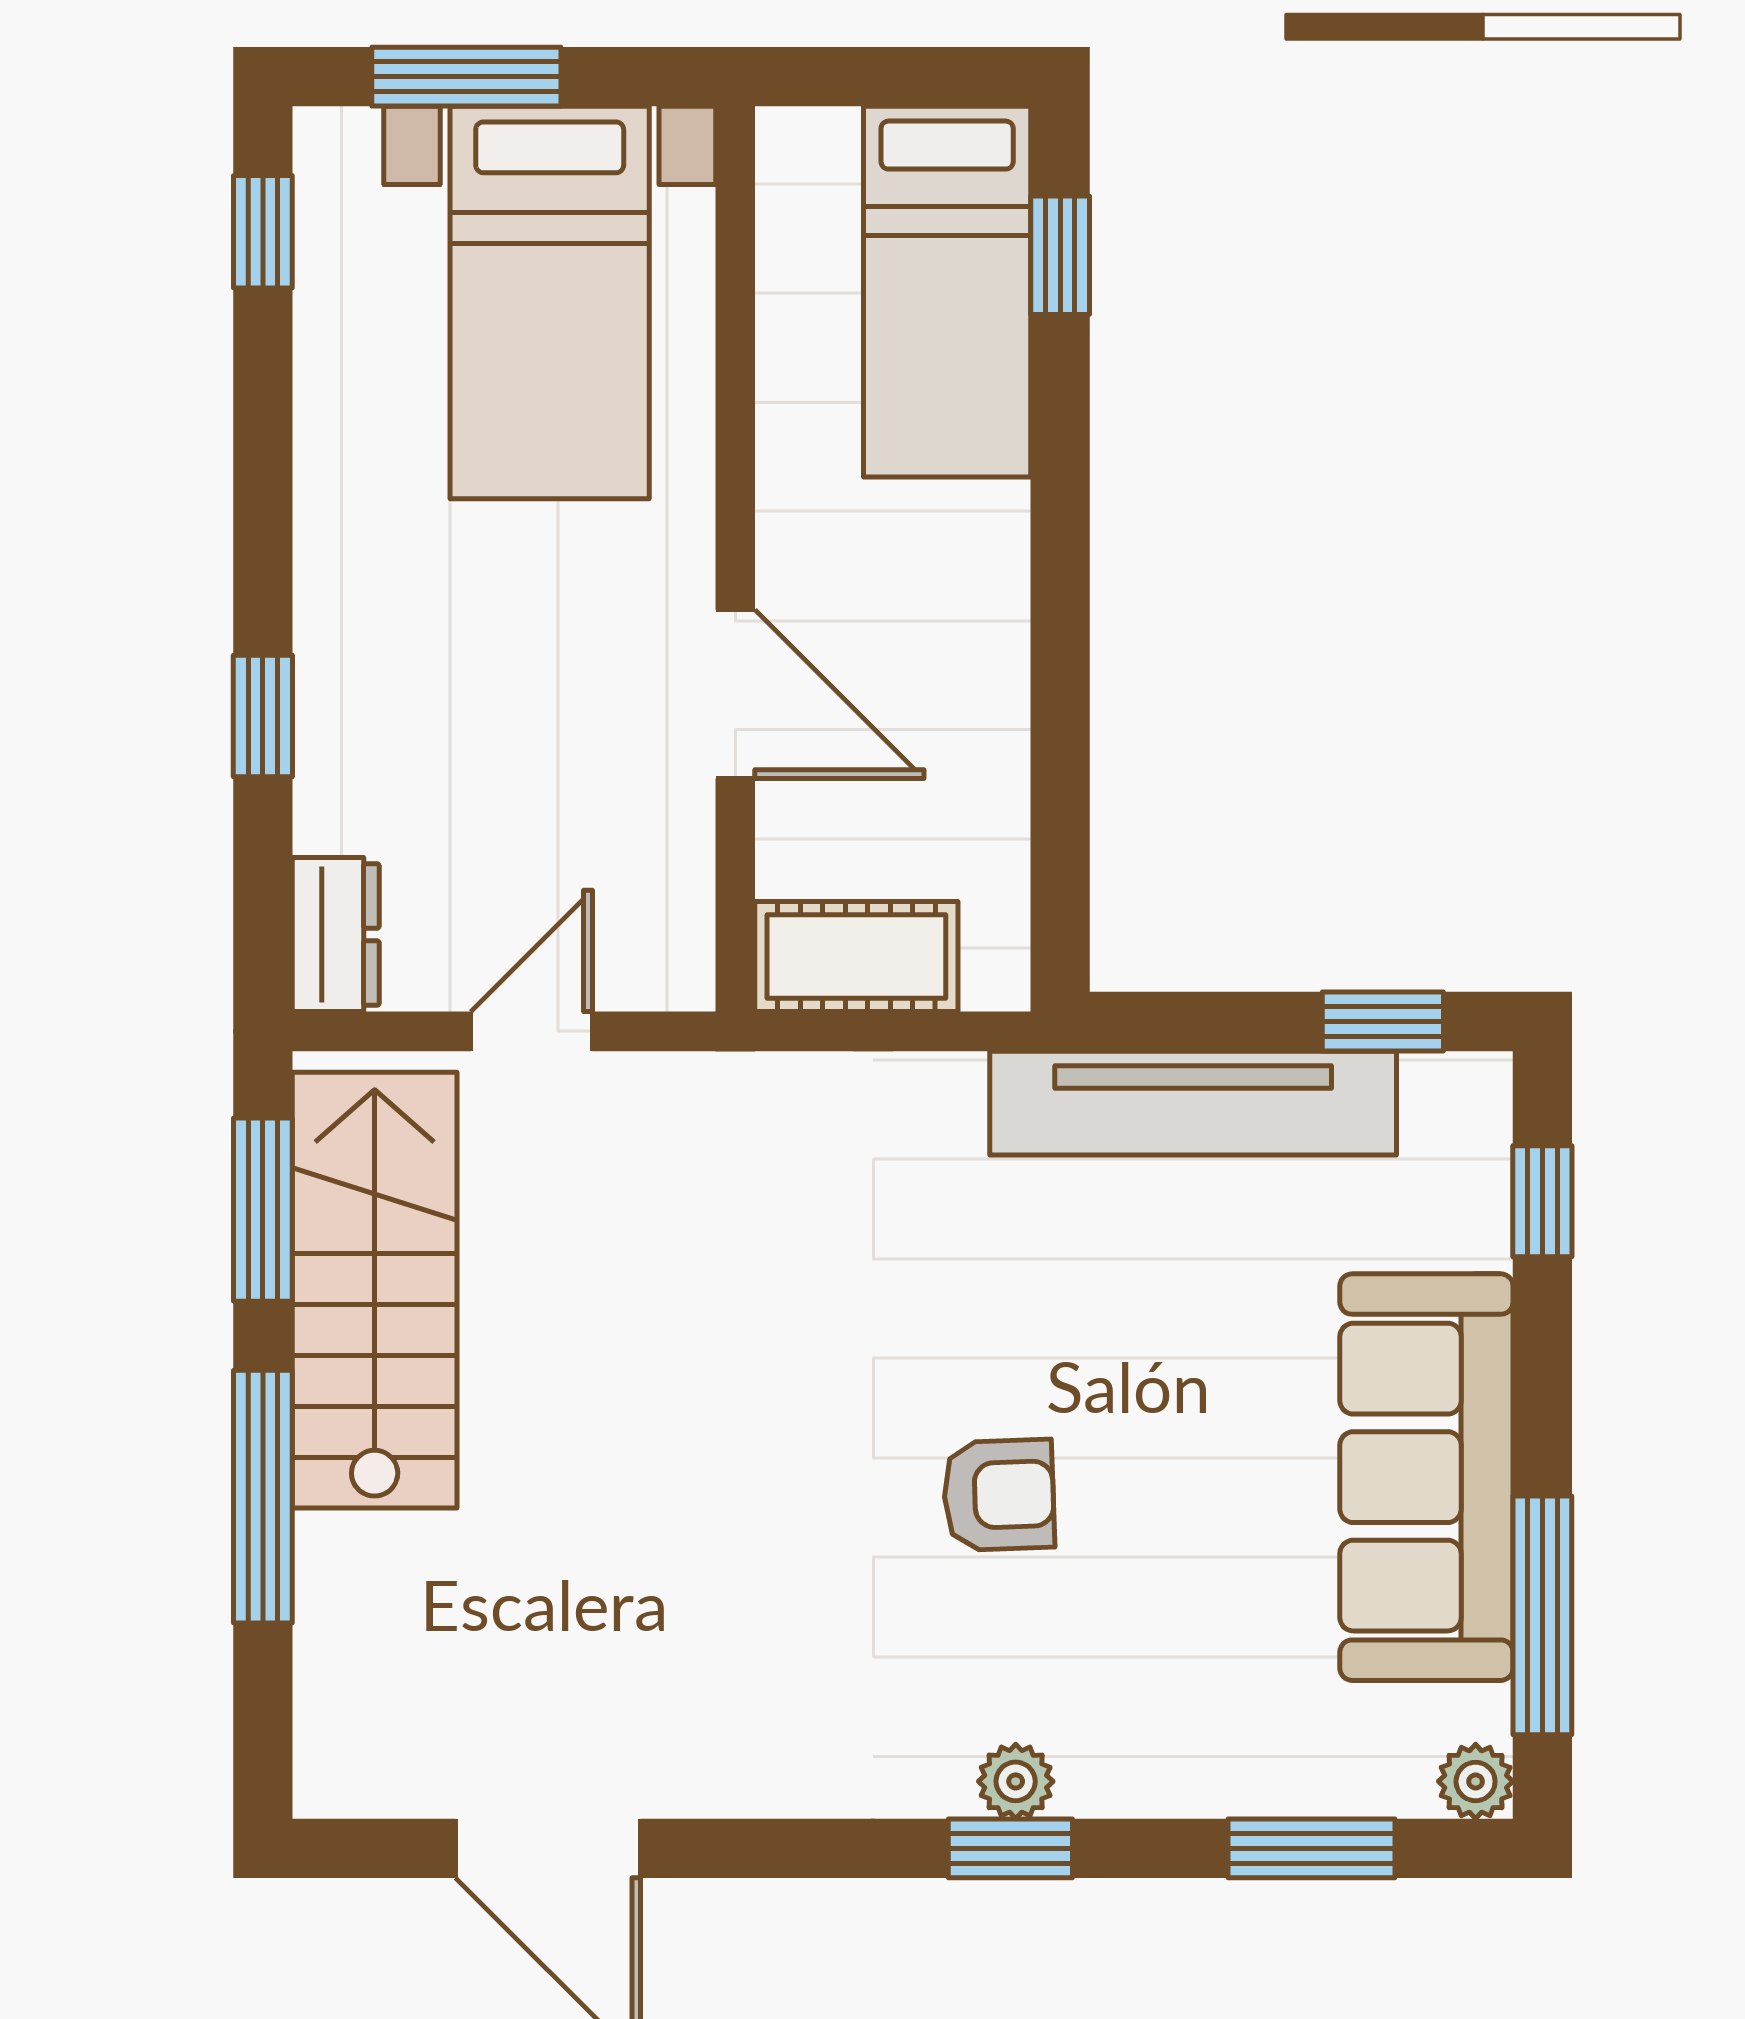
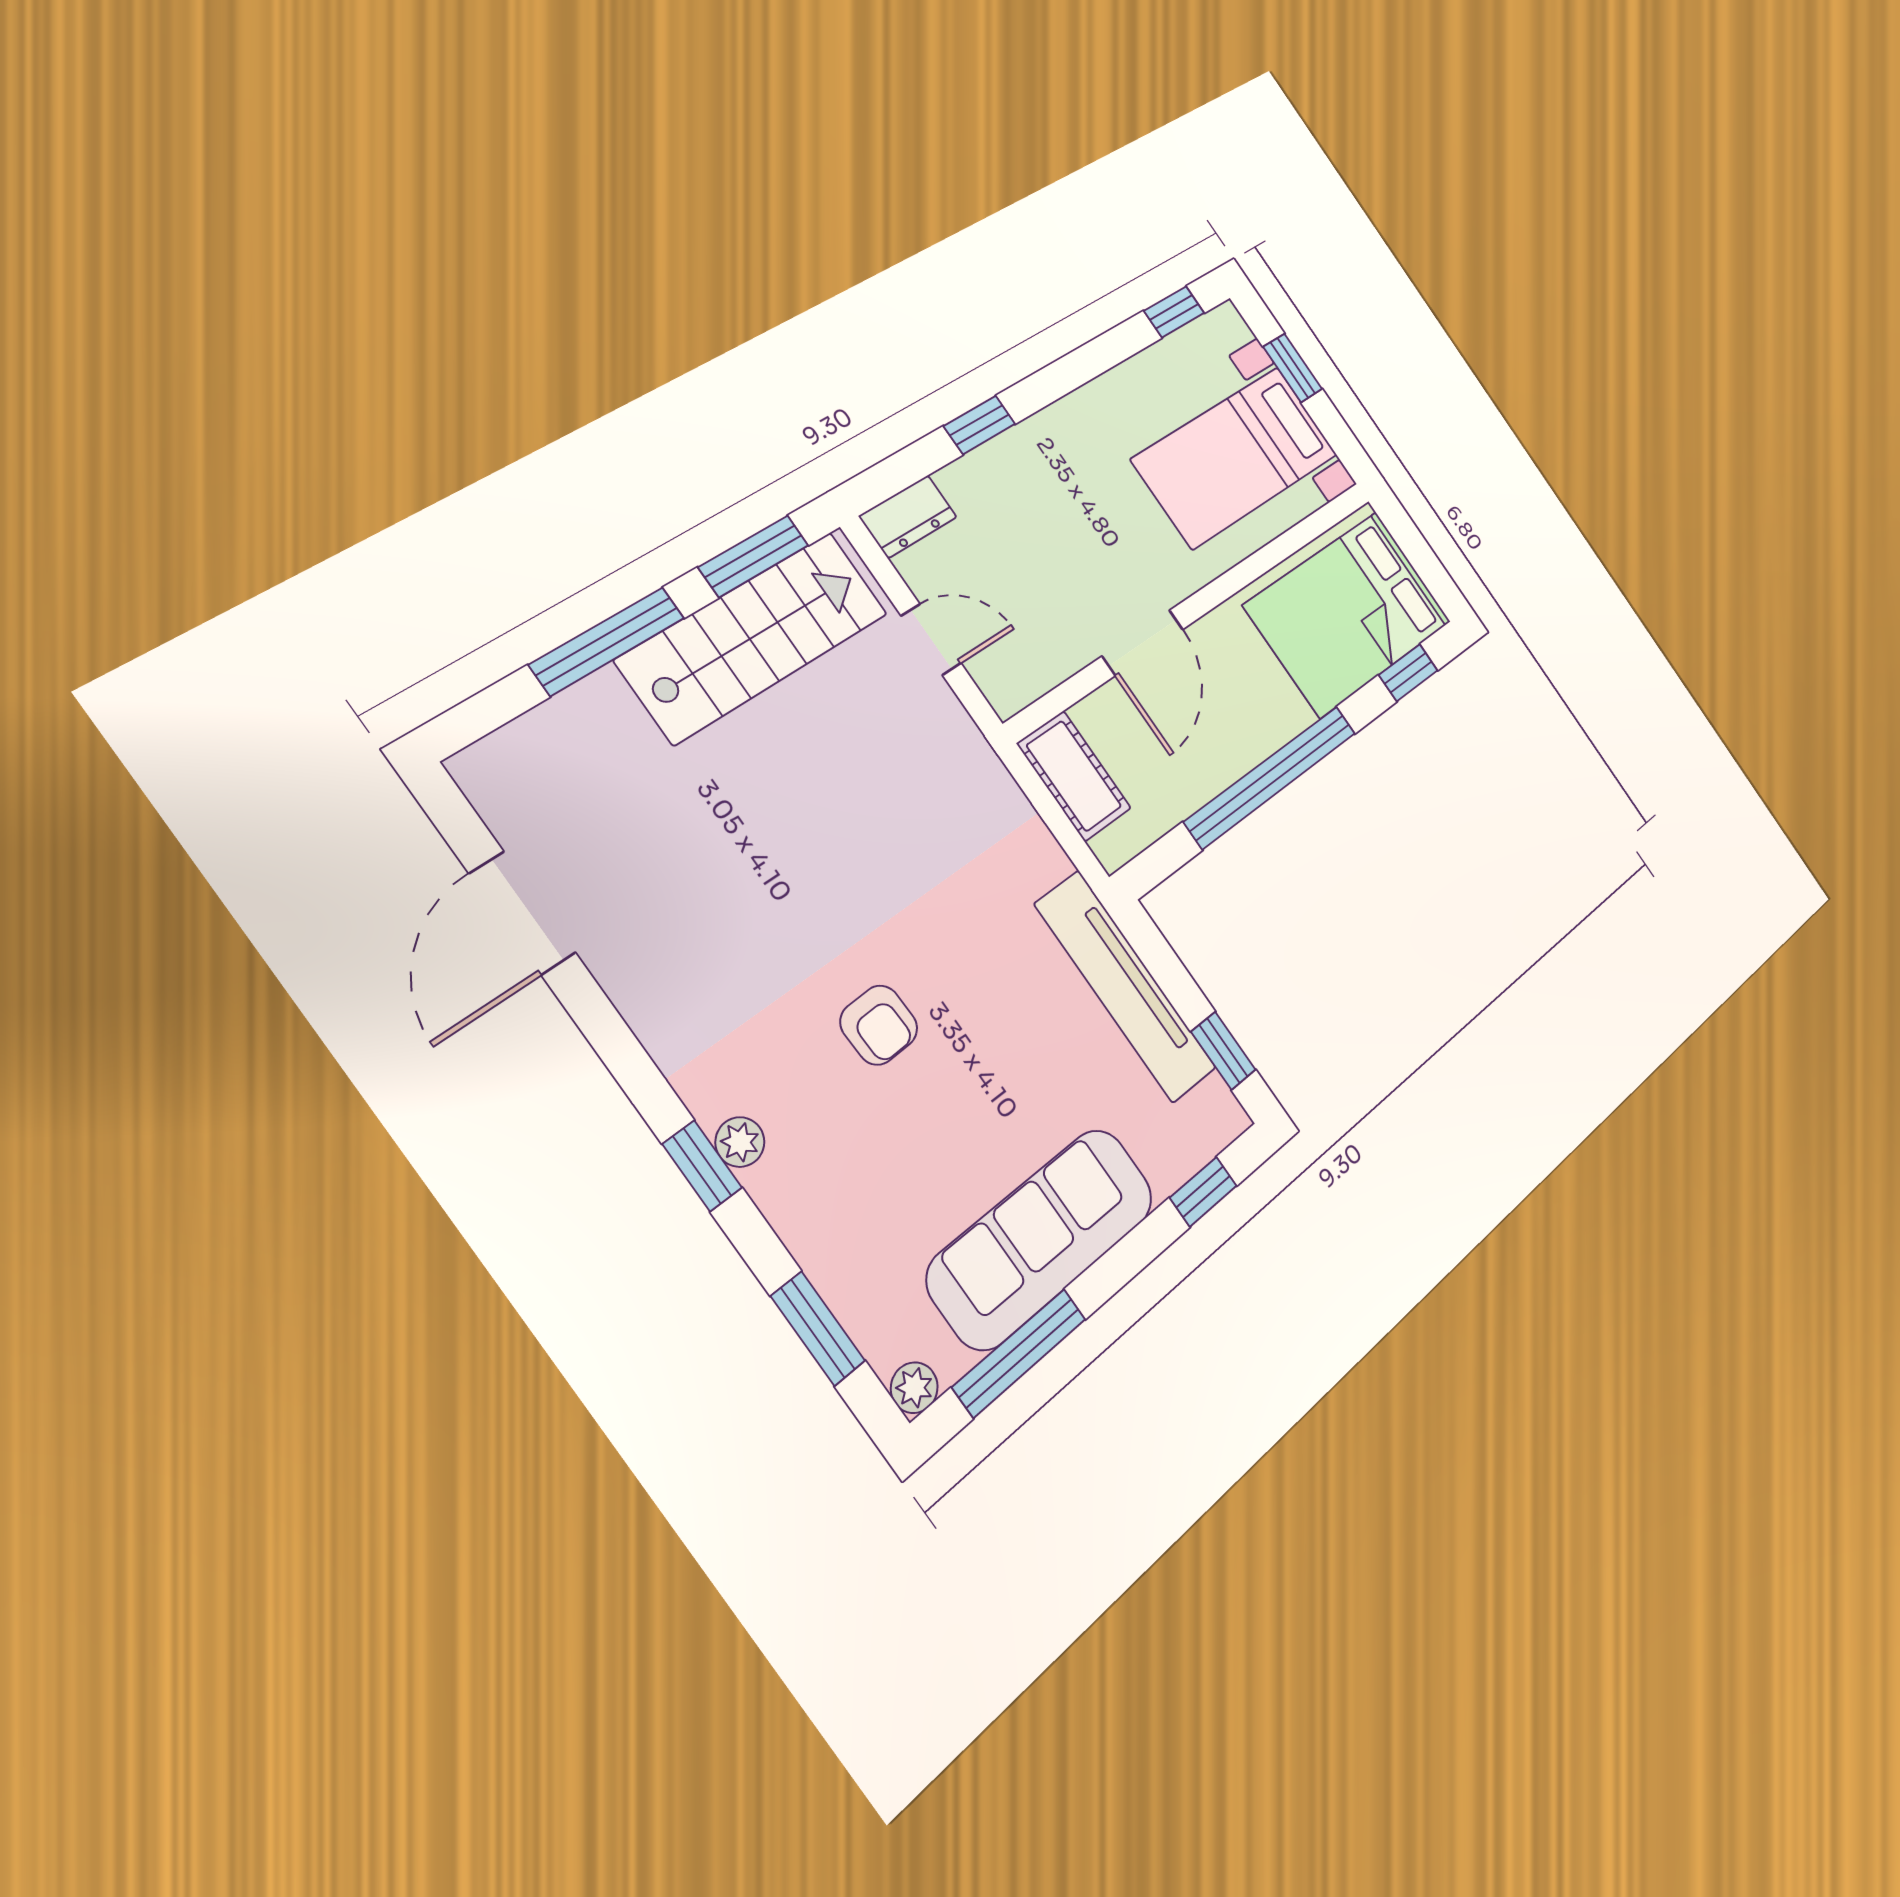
window: (466, 77) -> (1293, 368), width x0.67
bed: (947, 292) -> (1349, 614), width x1.50
window: (1060, 633) -> (1271, 777), added

